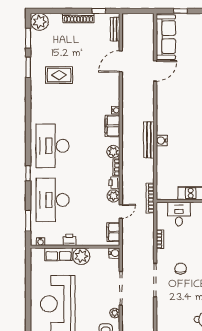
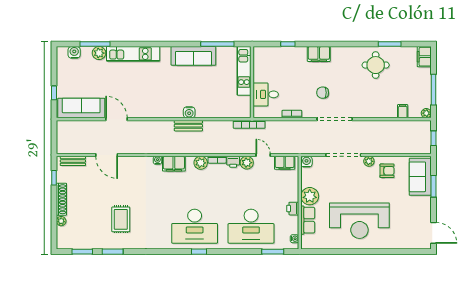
plant: (40, 22) -> (61, 221), moved, width x0.53, depth x0.53
bench: (149, 140) -> (188, 126), width x0.73
window: (28, 173) -> (199, 252), moved

